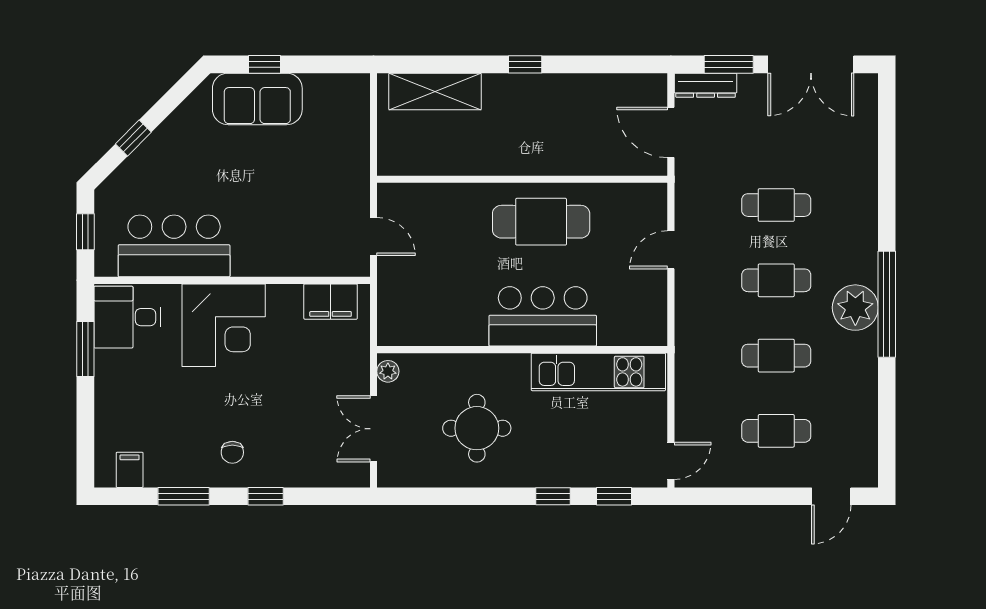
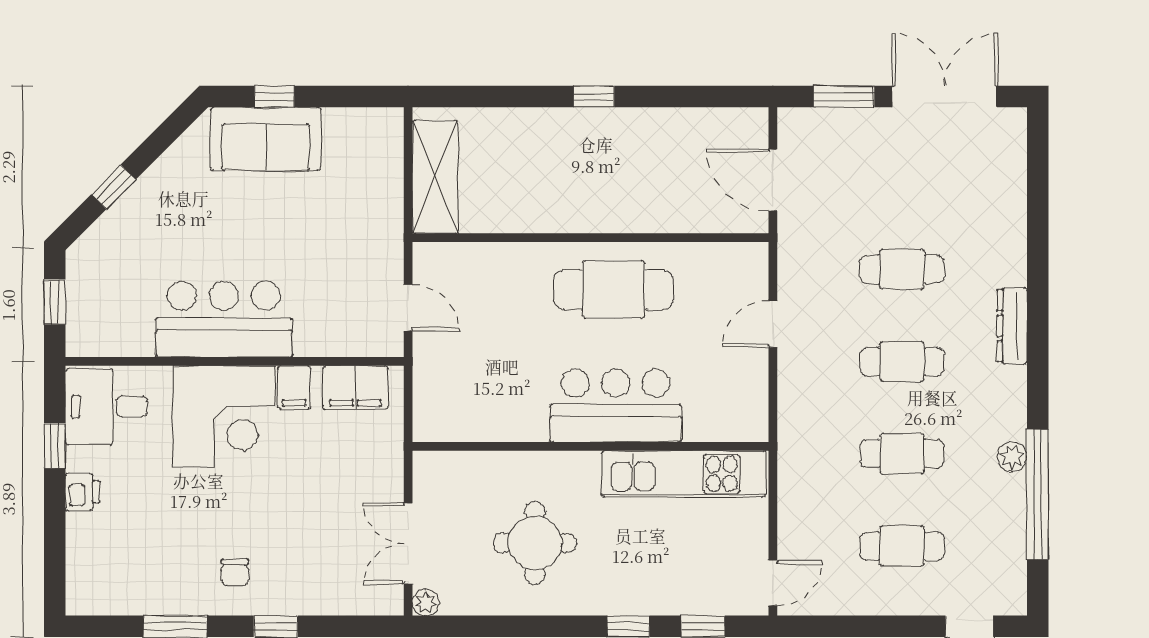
double door: (811, 64) -> (945, 97), swing flipped
dresser: (706, 85) -> (1012, 326), moved, turned 90
shelving: (435, 91) -> (435, 177), moved, turned 90
bar counter: (174, 246) -> (224, 319), moved
window: (887, 304) -> (1038, 494), moved
plant: (855, 308) -> (1012, 457), moved, width x0.53, depth x0.53
window: (85, 349) -> (55, 446), width x0.67
plant: (388, 371) -> (426, 602), moved
printer: (108, 387) -> (82, 492), added
filing cabinet: (130, 470) -> (294, 388), moved, turned 180

